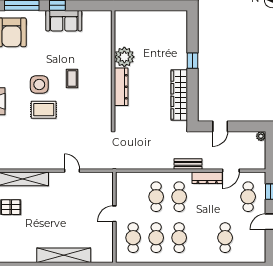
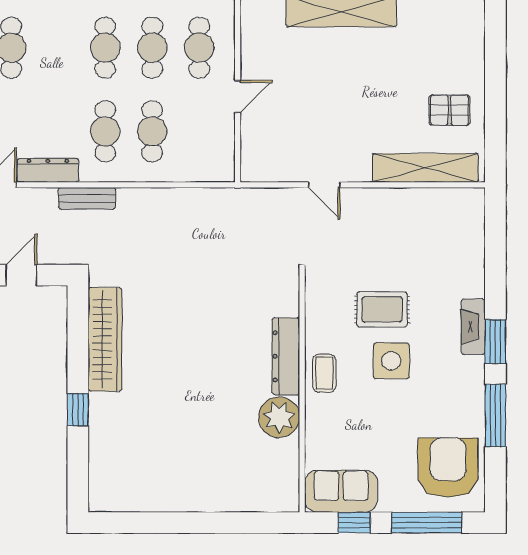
plant: (124, 57) -> (279, 417), moved
wall: (113, 70) -> (302, 391), moved
dresser: (121, 87) -> (286, 356), moved

